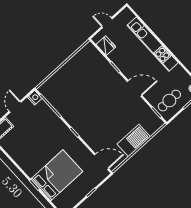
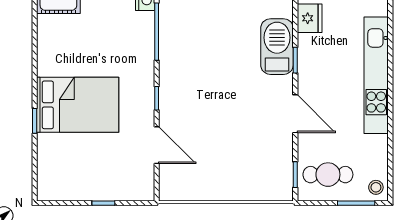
barbecue: (134, 141) -> (277, 47), moved, turned -90
door: (101, 162) -> (157, 145), moved
bed: (57, 175) -> (78, 105), moved

